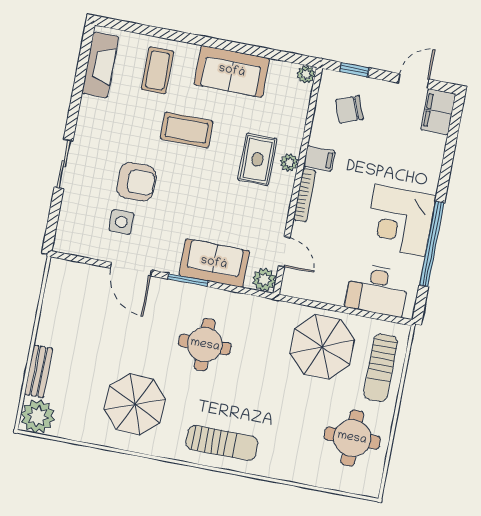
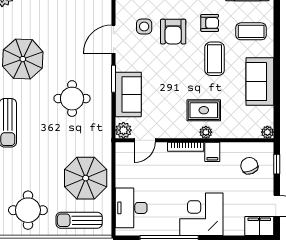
armchair: (134, 127) -> (210, 23), added
corner desk: (400, 221) -> (201, 214), moved

